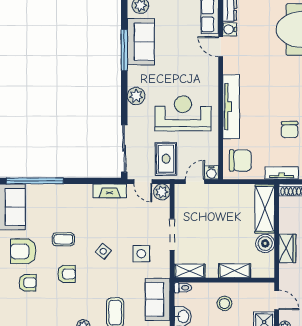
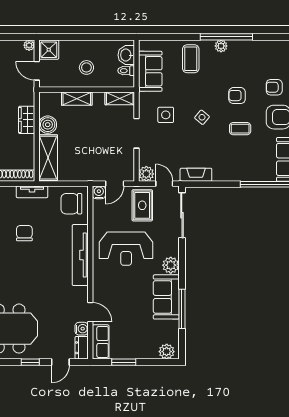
sofa: (141, 42) -> (166, 297), moved
toilet: (183, 288) -> (126, 71), moved

